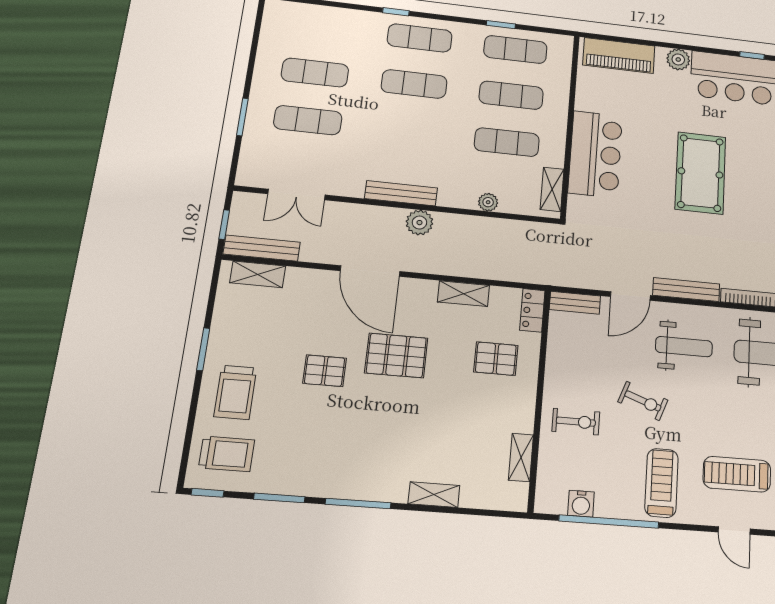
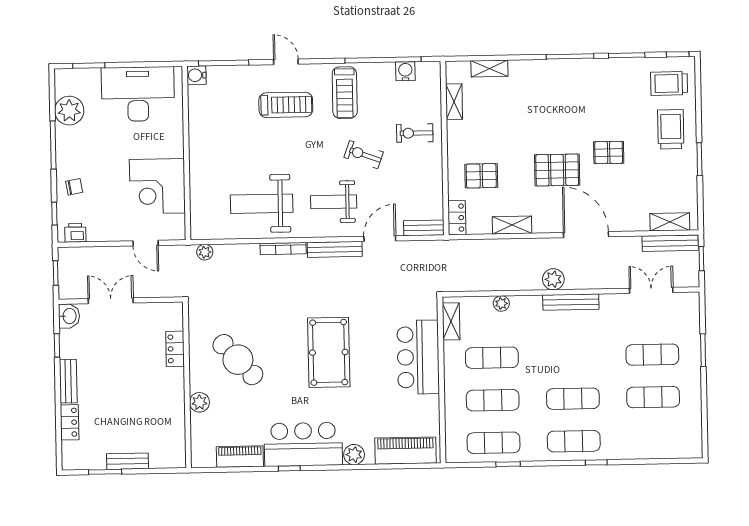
shelving: (434, 495) -> (489, 68), moved

